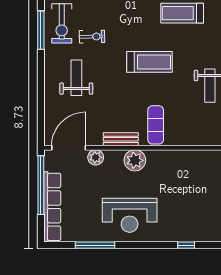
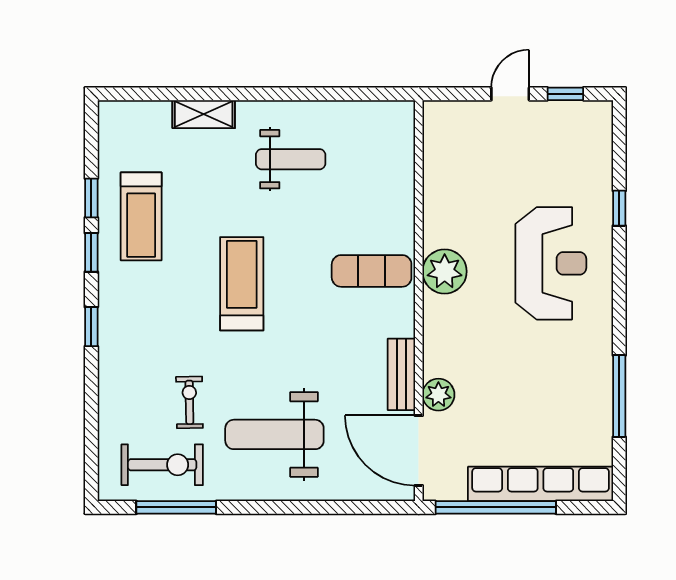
weight bench: (76, 78) -> (274, 434), width x1.36, depth x1.33
bench: (121, 139) -> (401, 374), moved
plant: (135, 160) -> (445, 271), moved
reception desk: (130, 215) -> (551, 263), moved

